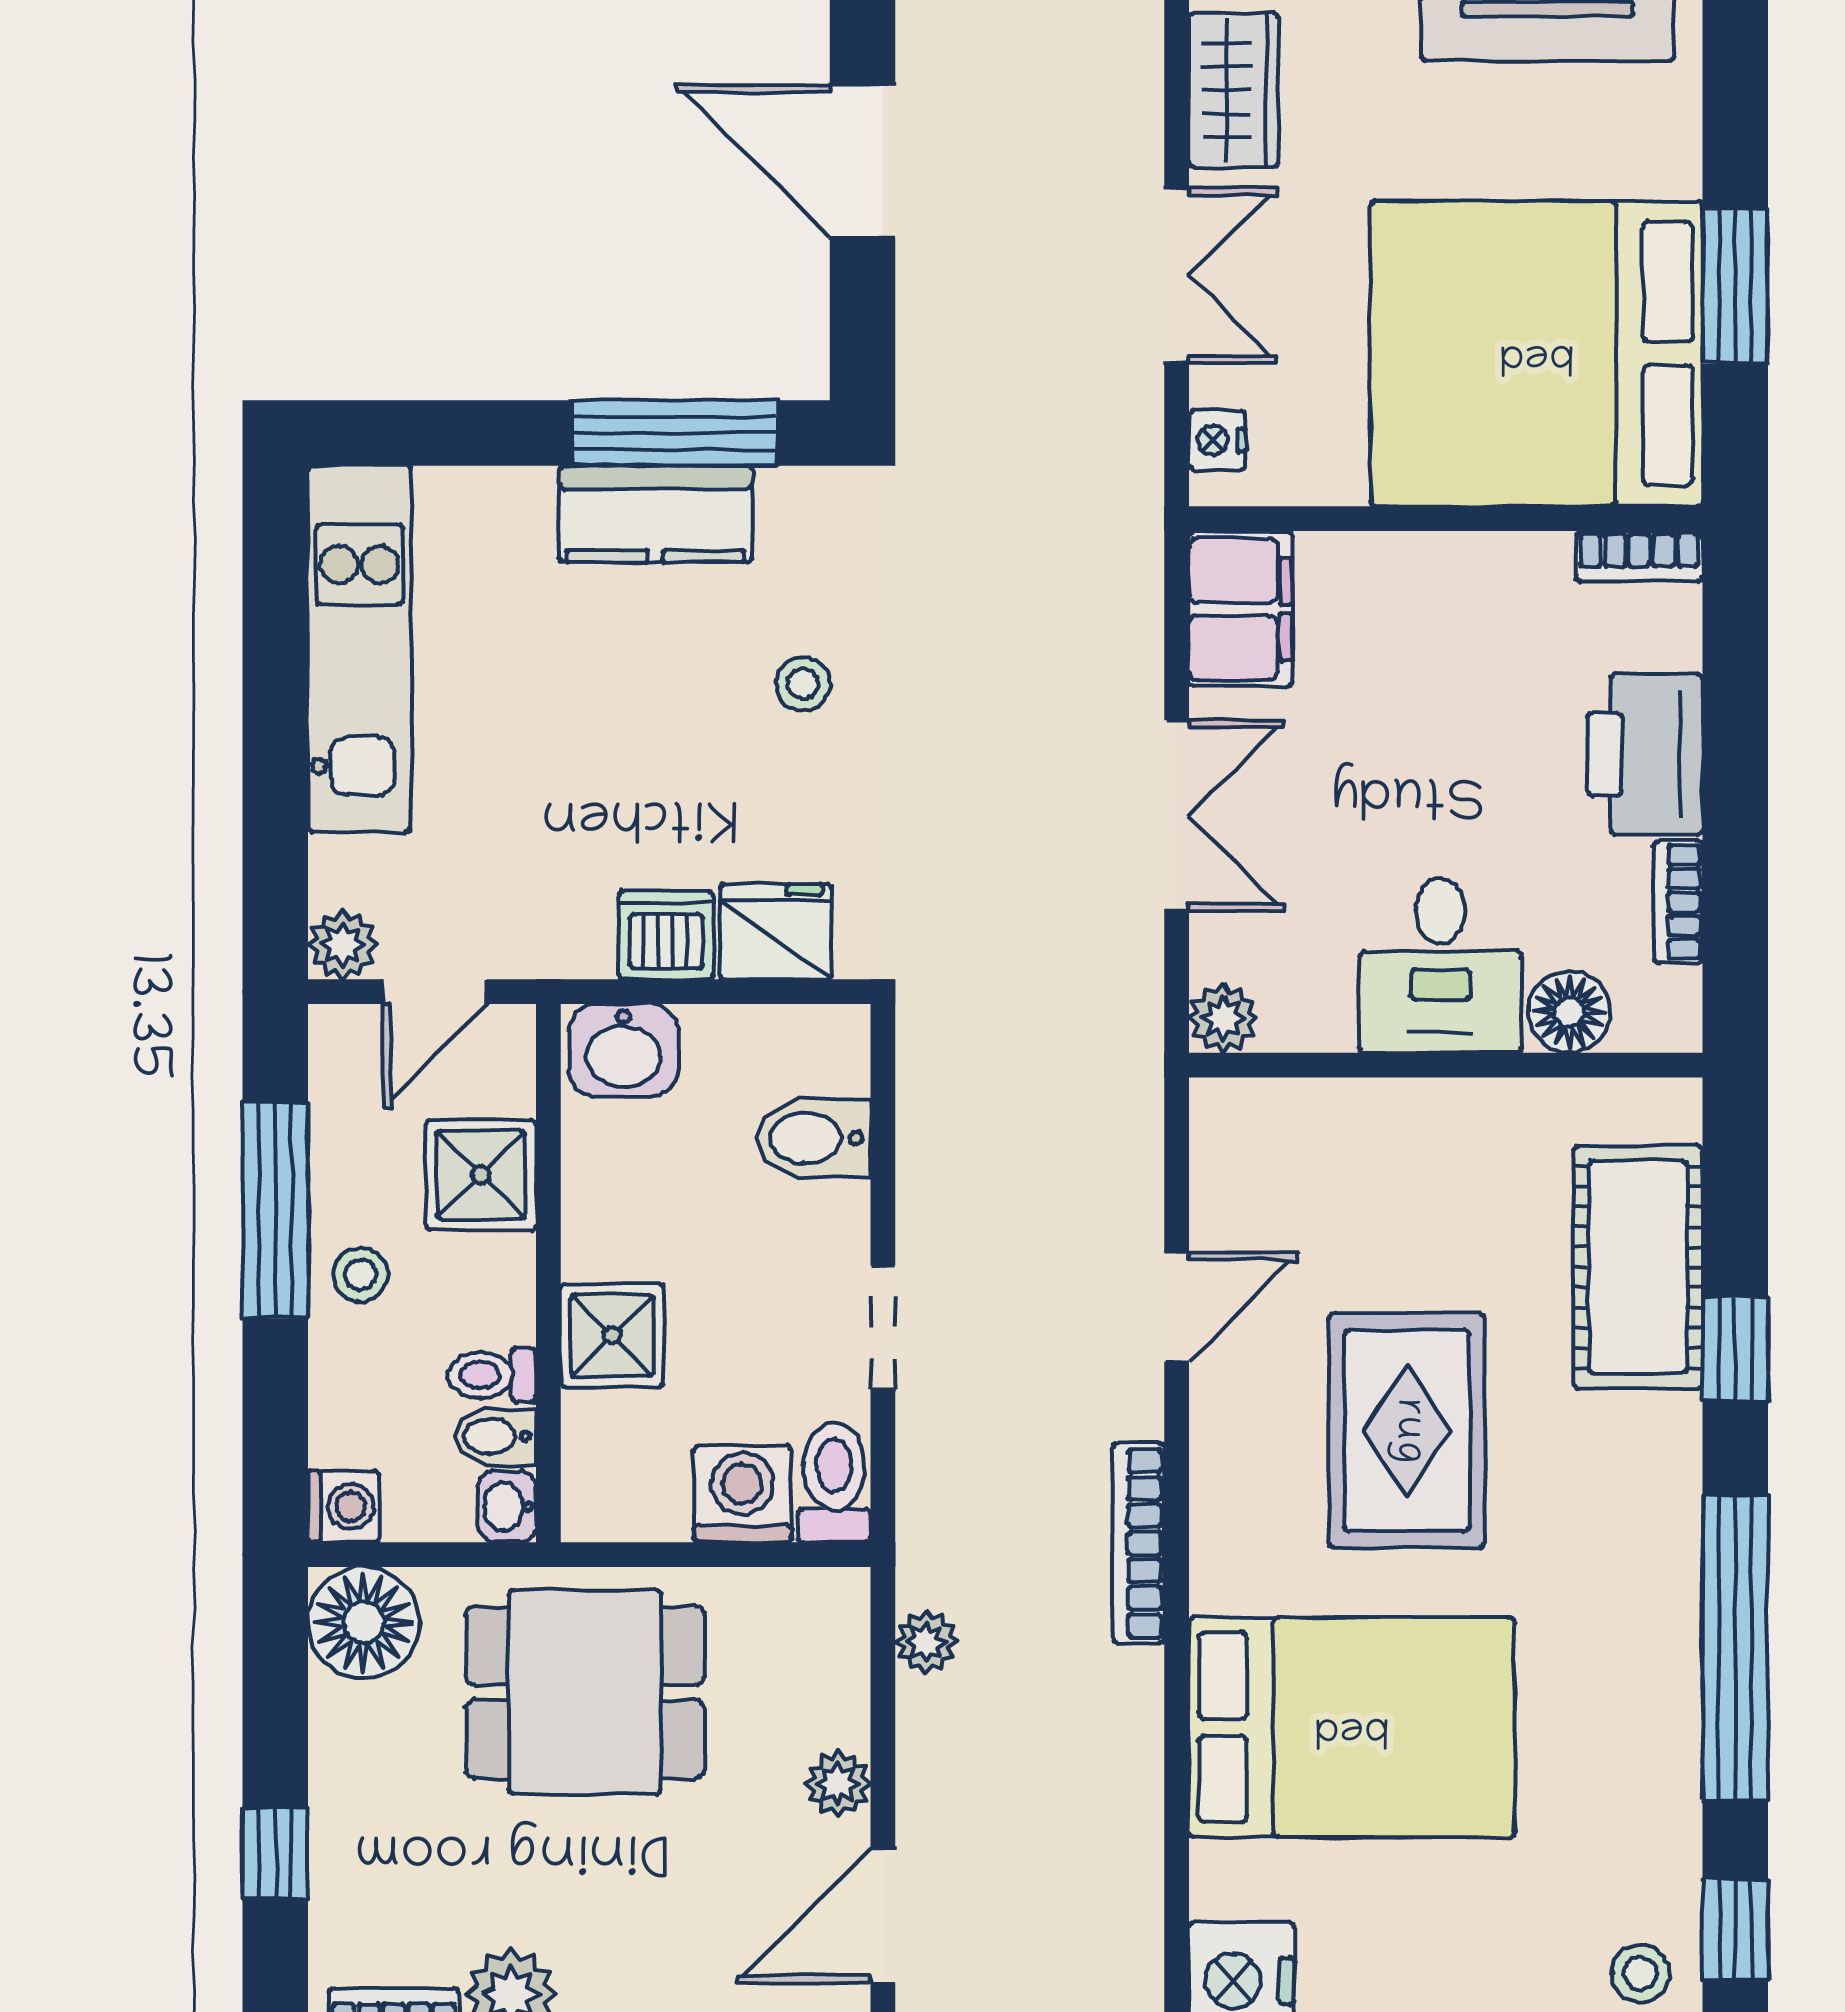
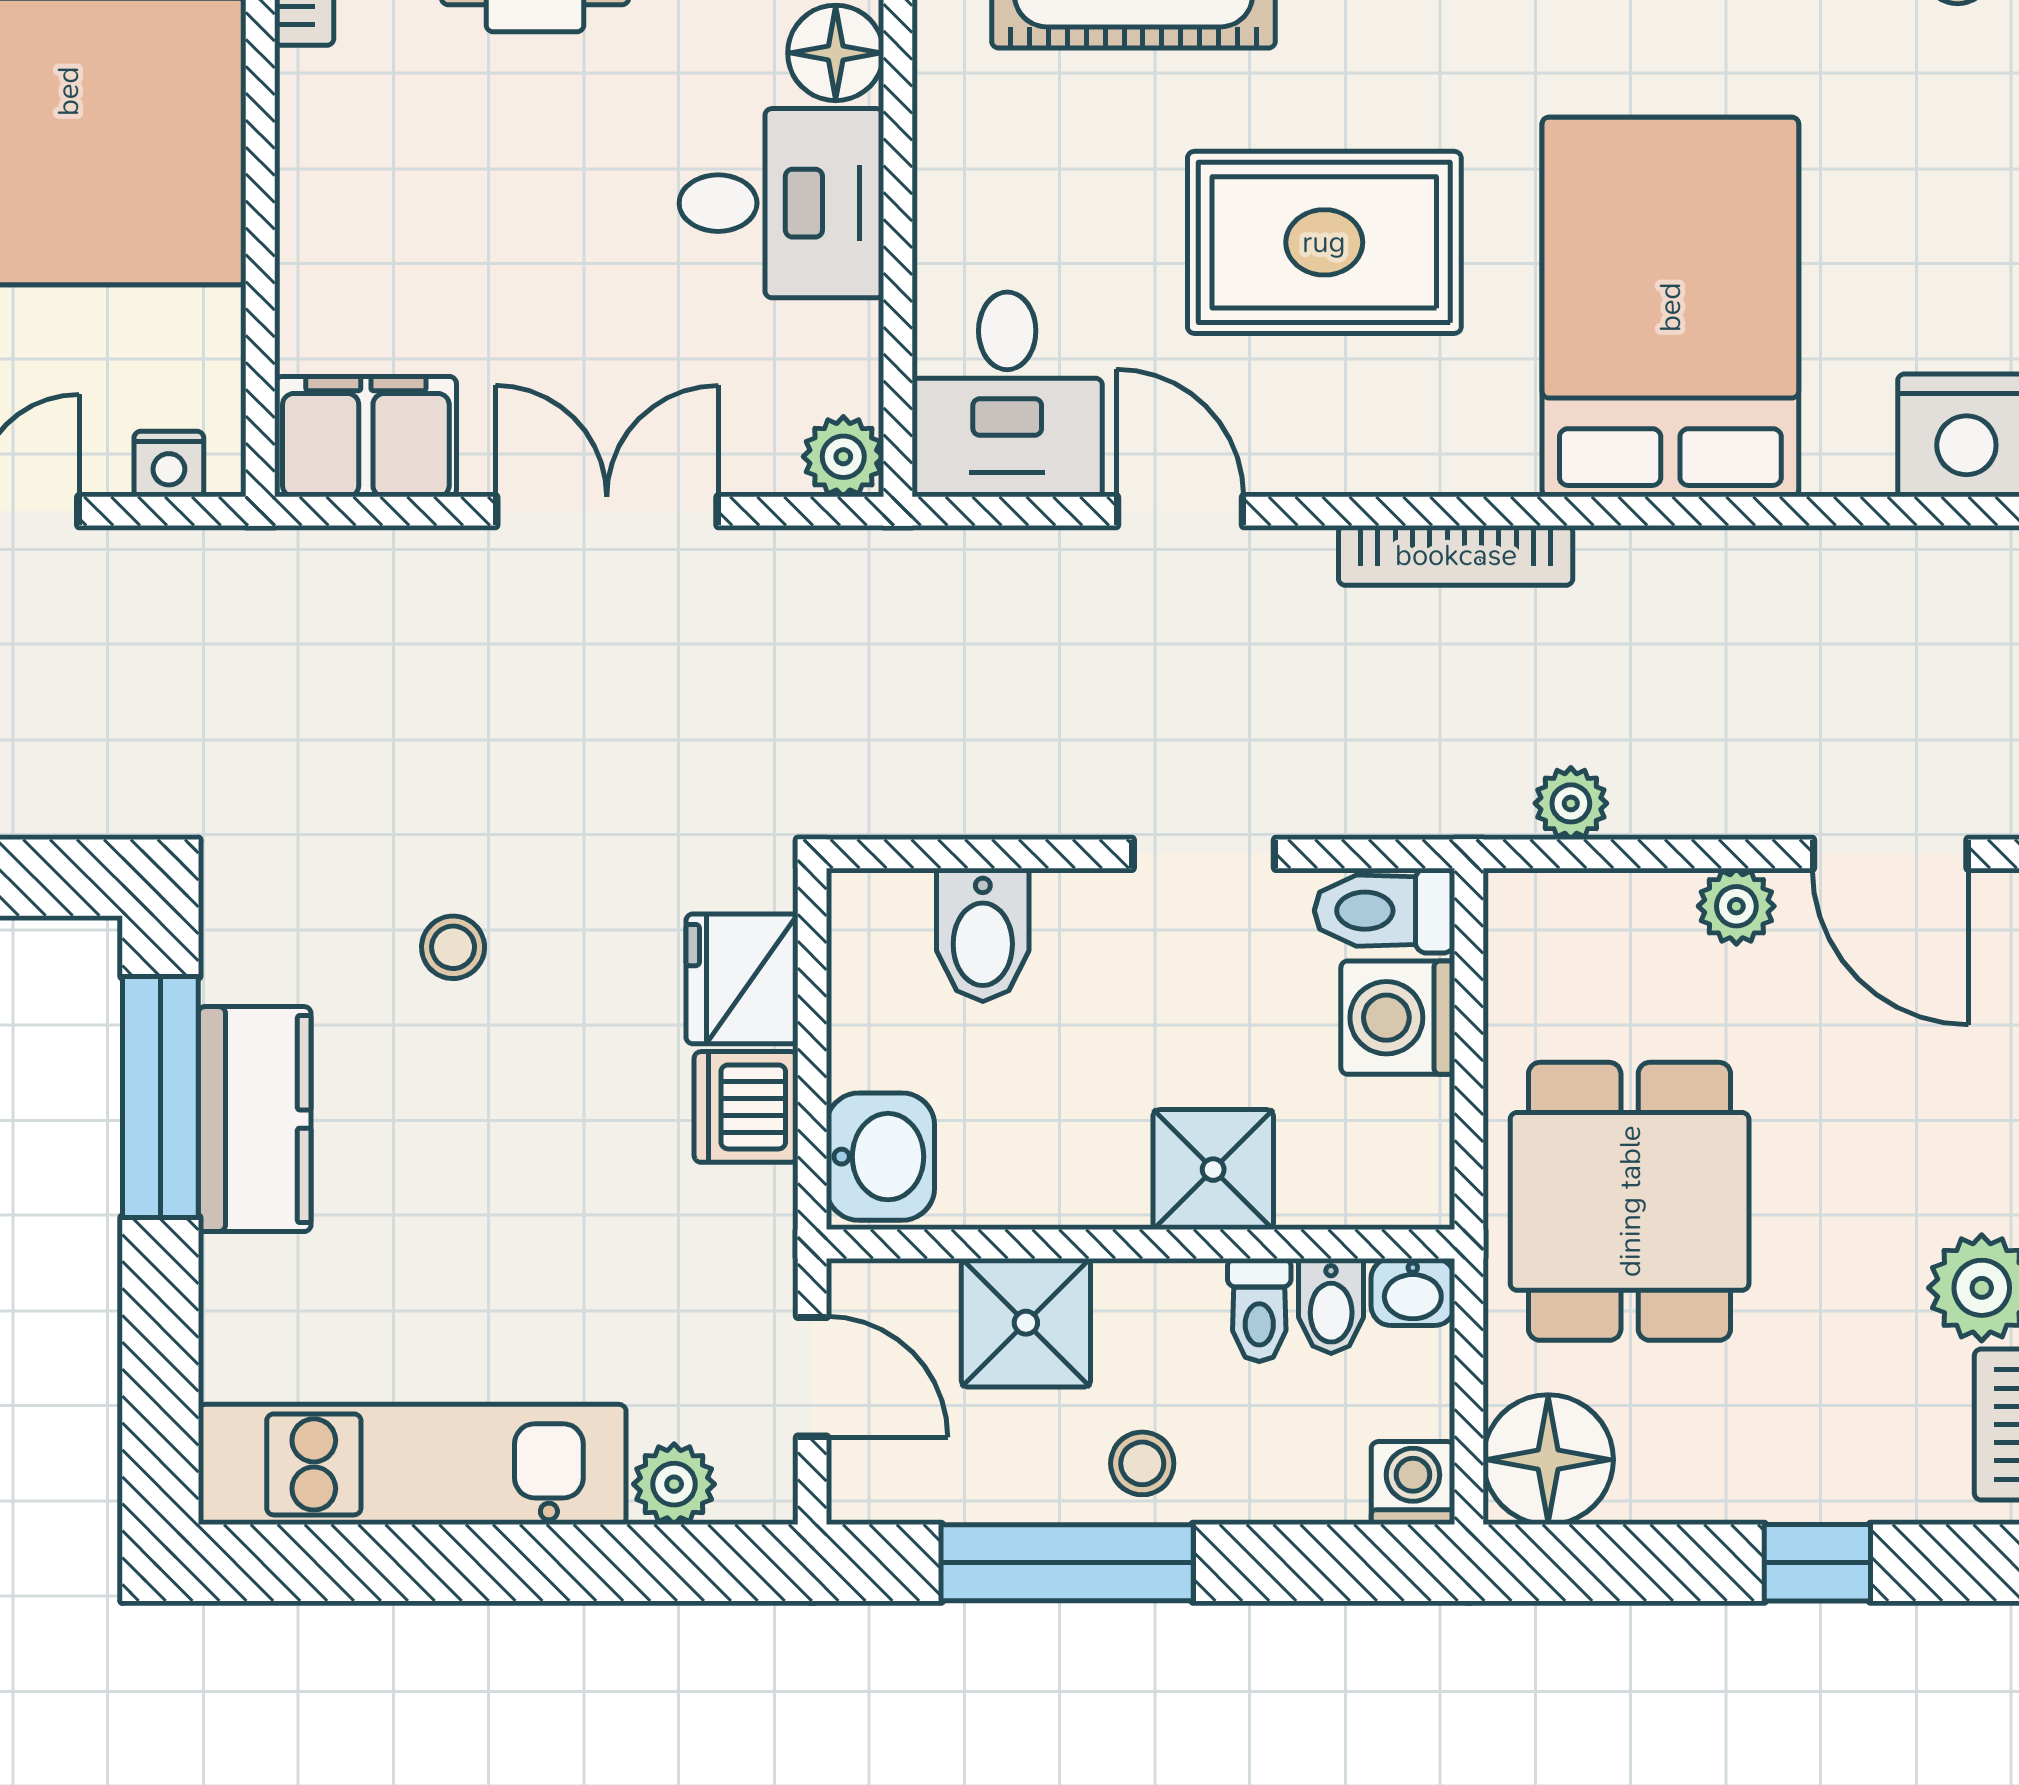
plant: (343, 945) -> (674, 1484), moved
desk: (1277, 1159) -> (1007, 394), added

